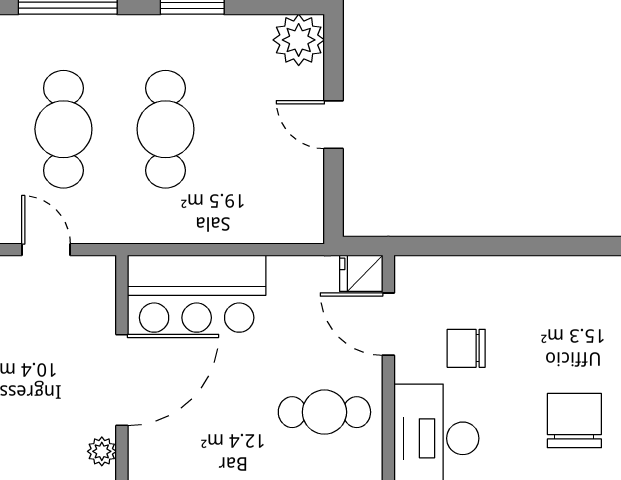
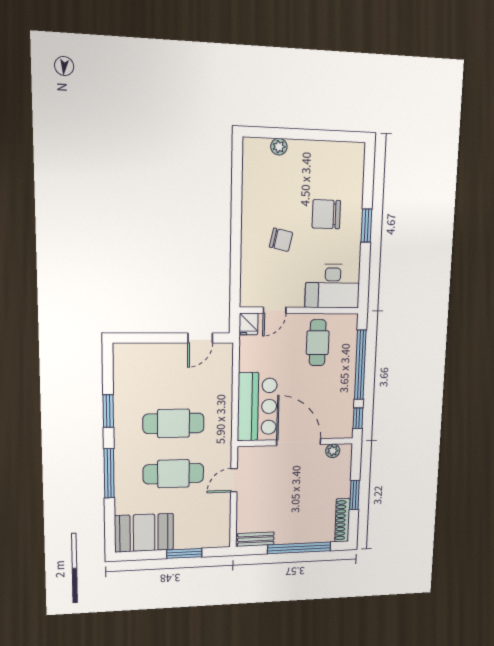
plant: (299, 40) -> (126, 356), removed
door: (334, 125) -> (200, 338), moved
door: (388, 324) -> (275, 310), width x0.73
chair: (466, 348) -> (281, 240), moved, turned -78

